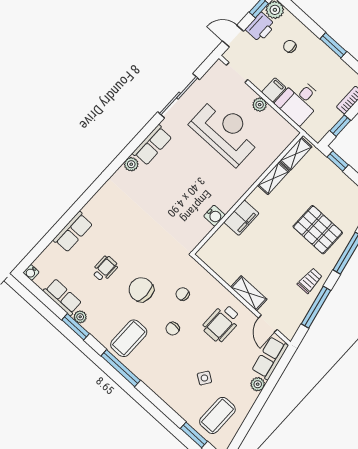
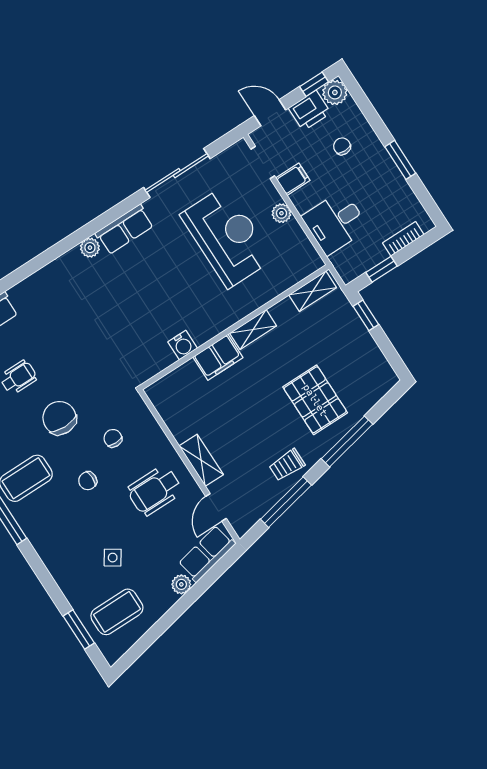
filing cabinet: (274, 90) -> (293, 179), moved
shelving: (273, 178) -> (253, 330), moved
trolley: (310, 281) -> (287, 465), turned 180

